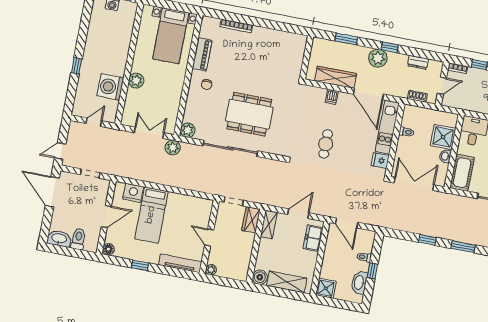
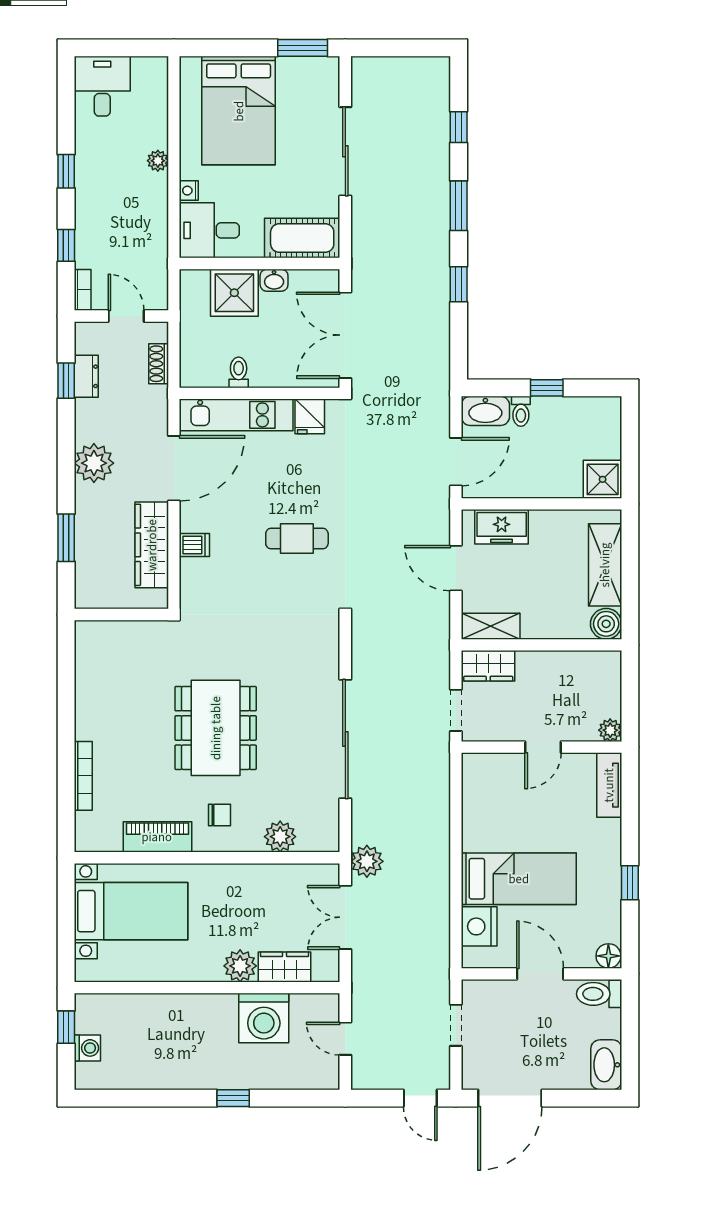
window: (390, 47) -> (66, 381), moved
wardrobe: (132, 101) -> (285, 967), added
dining table: (249, 114) -> (216, 728), moved
plant: (188, 130) -> (280, 837), moved
toilet: (78, 239) -> (599, 994), moved
tv unit: (180, 263) -> (609, 785), width x0.71
washbasin: (359, 283) -> (485, 411), moved

